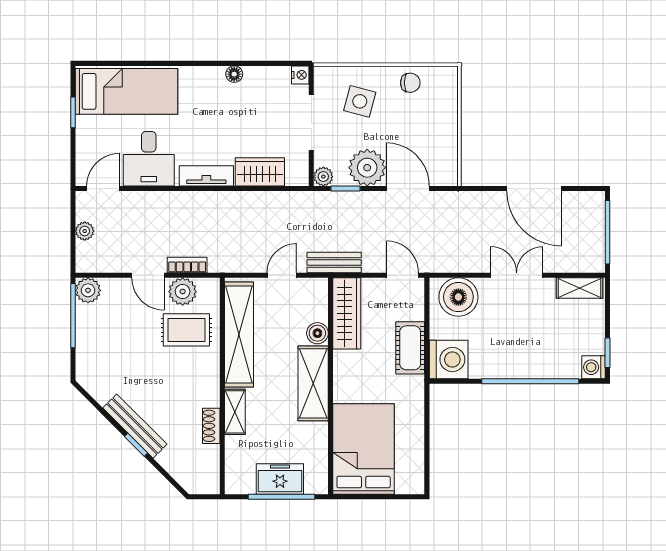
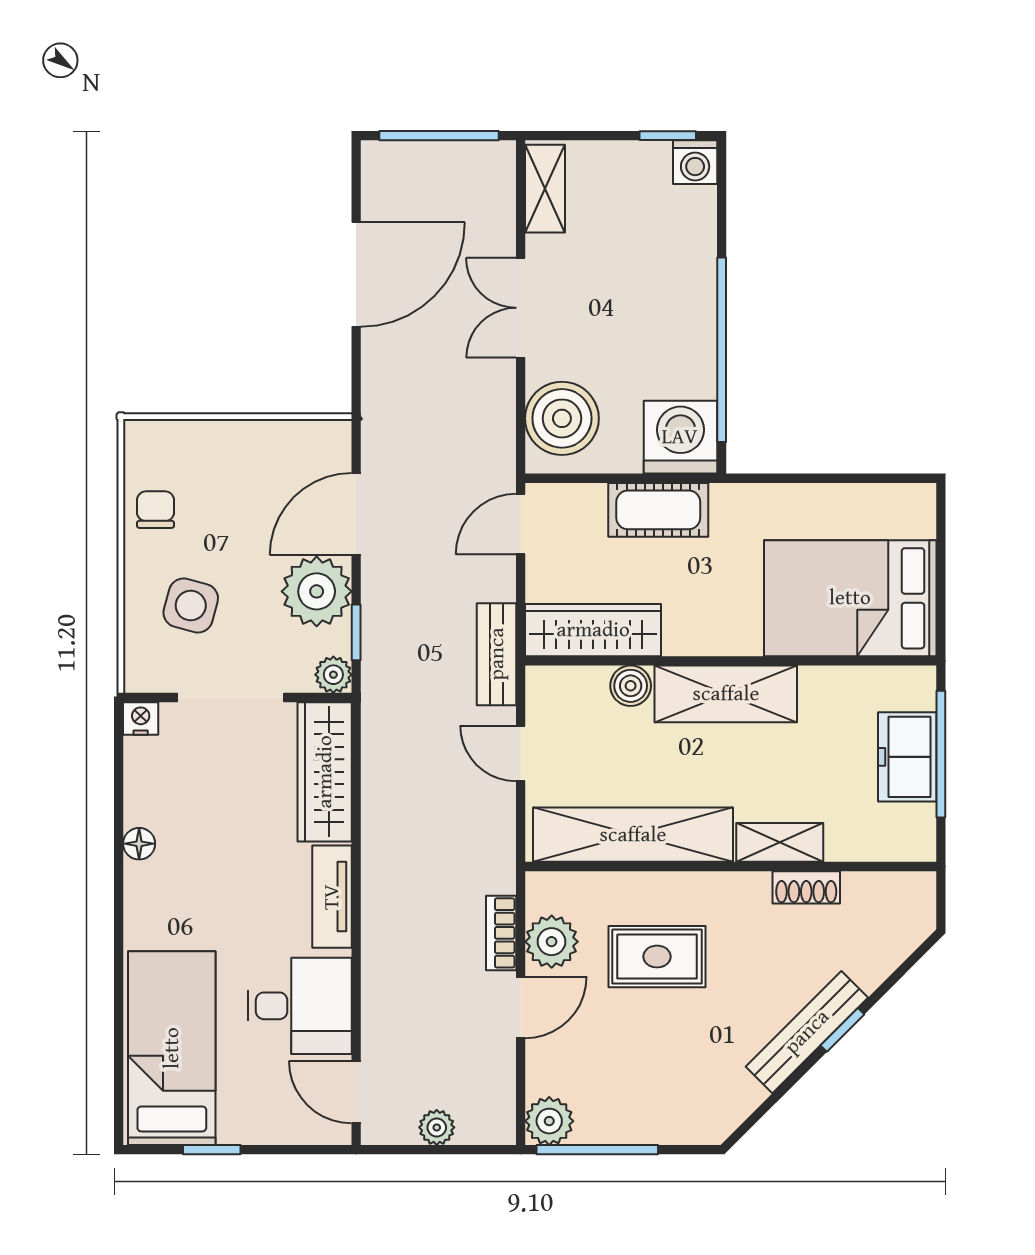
wardrobe: (260, 172) -> (325, 772), width x1.50
rug: (186, 330) -> (657, 957), moved, turned 90
window: (530, 381) -> (722, 350), moved

